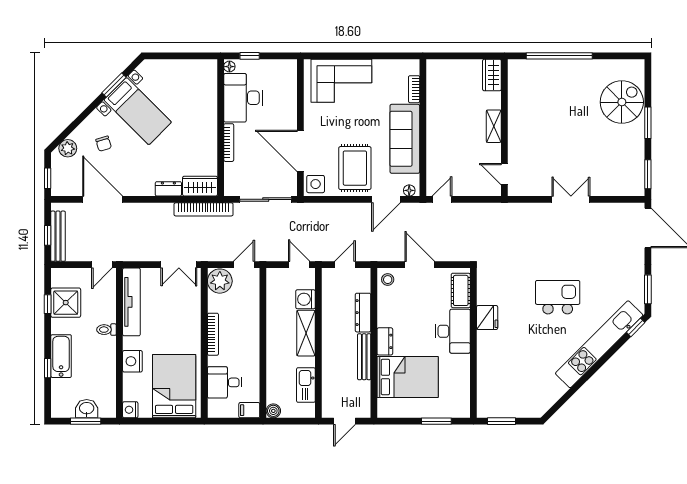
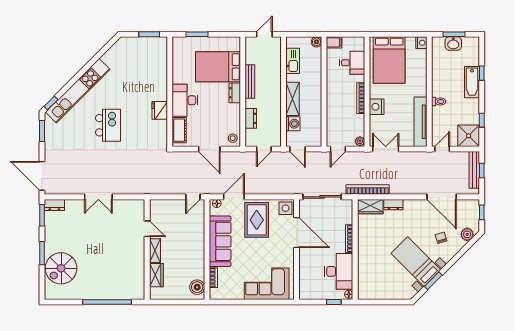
wardrobe: (492, 75) -> (156, 275), moved
boiler: (436, 76) -> (197, 287), added
door: (504, 174) -> (147, 229), moved
dresser: (631, 188) -> (54, 205), added
plant: (220, 281) -> (360, 141), width x0.53, depth x0.53
kitchen island: (558, 297) -> (108, 125), turned -90
shower: (66, 303) -> (469, 136), moved
dresser: (363, 313) -> (251, 118), width x0.70
nightstand: (132, 361) -> (377, 107), moved, turned 180

